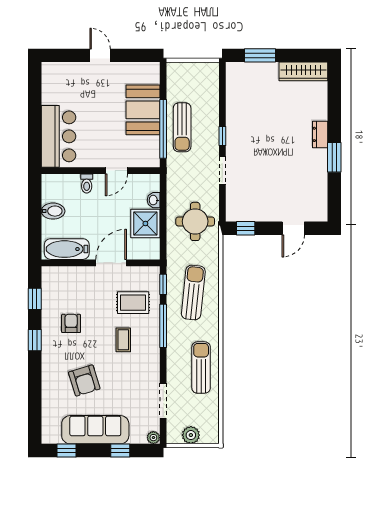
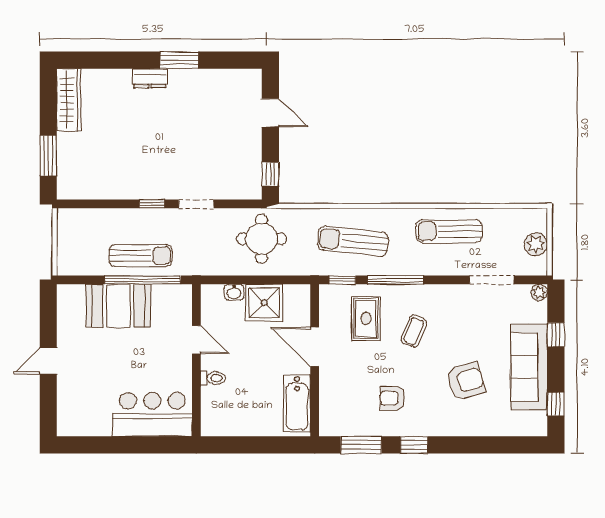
bidet: (53, 211) -> (248, 421), removed
window: (35, 299) -> (361, 445), width x1.50
coffee table: (123, 340) -> (414, 331), turned -68

